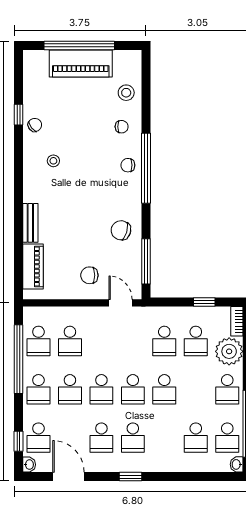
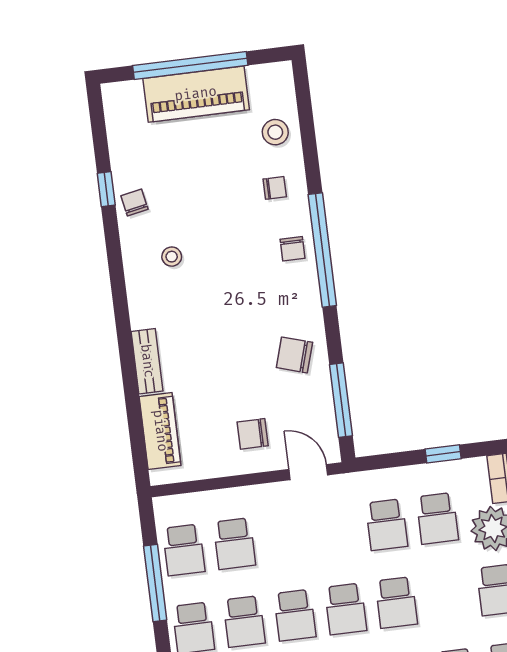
chair: (35, 125) -> (134, 202), turned -63
chair: (128, 165) -> (293, 249), turned -90
window: (19, 359) -> (155, 583), width x0.68

